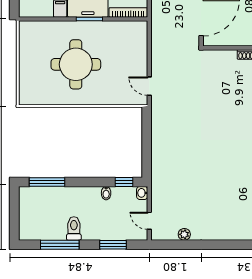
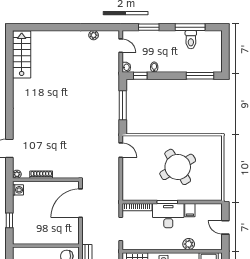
round table: (76, 64) -> (178, 167), turned -31
window: (147, 144) -> (123, 105), added
toilet: (74, 228) -> (191, 40), moved

